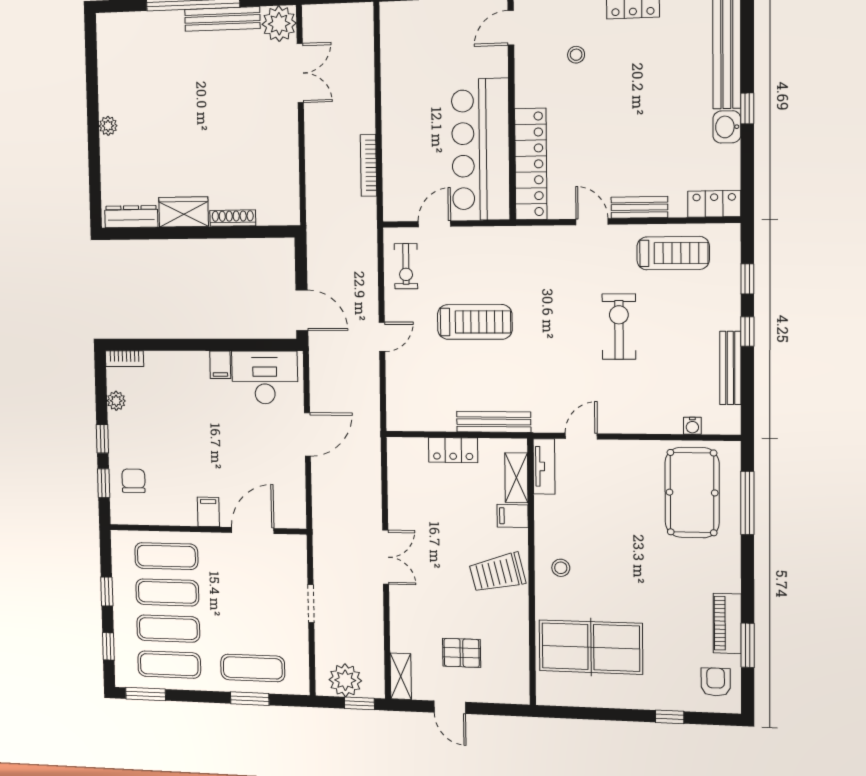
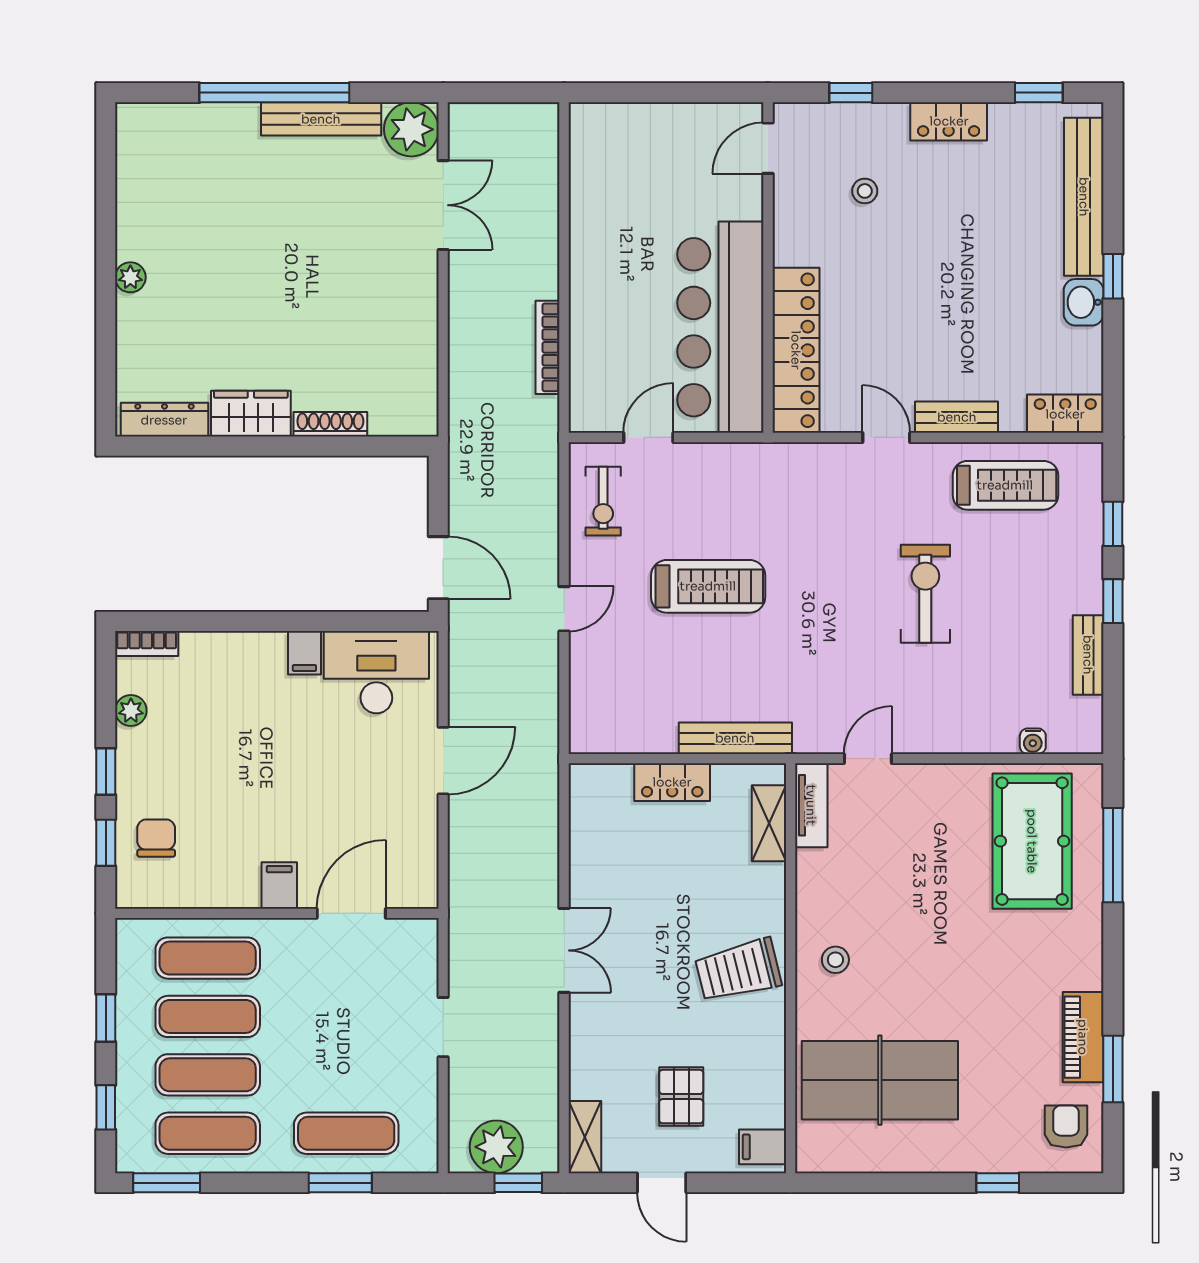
bench: (730, 368) -> (1088, 655), width x0.73
filing cabinet: (513, 516) -> (763, 1147), moved
pallet: (462, 653) -> (681, 1097), turned 90

